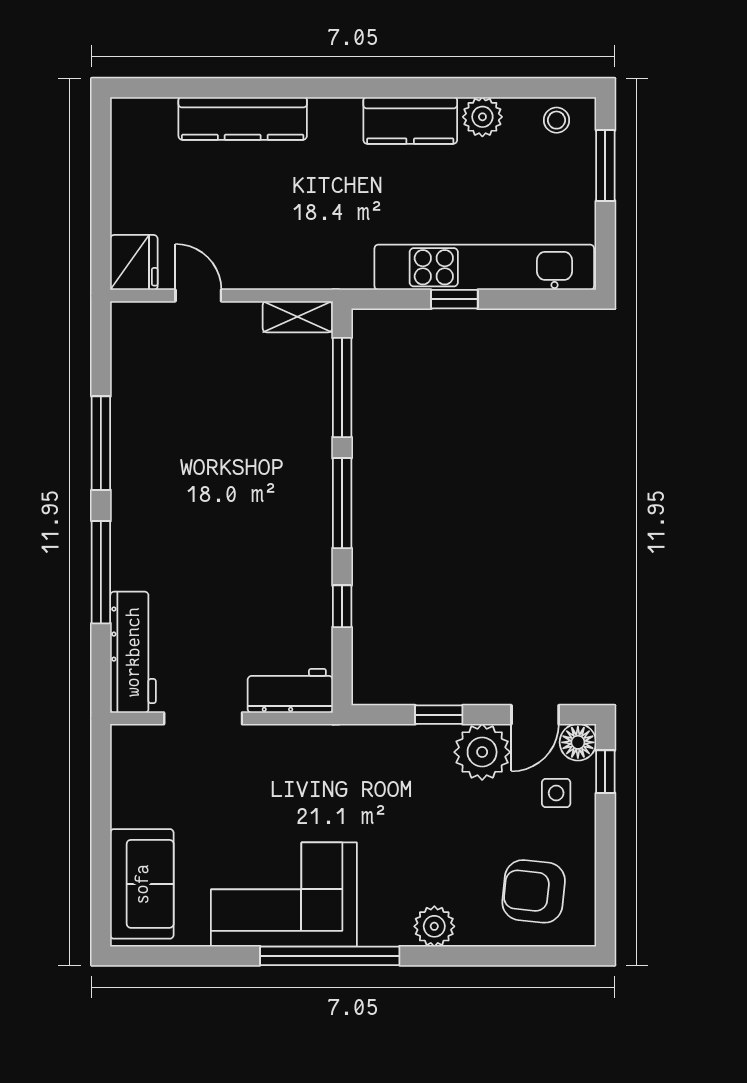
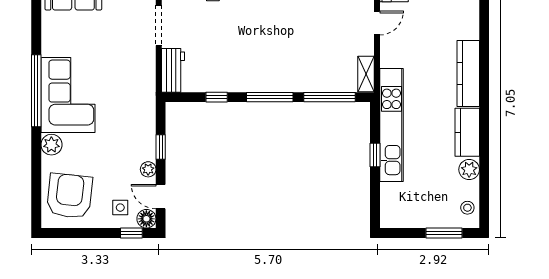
kitchen counter: (243, 118) -> (468, 73), moved
kitchen unit: (484, 267) -> (391, 125), moved
plant: (482, 752) -> (148, 169), width x0.53, depth x0.53
armchair: (534, 891) -> (69, 196), width x1.36, depth x1.36
corner sofa: (284, 894) -> (68, 95), moved

